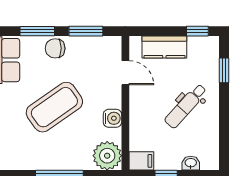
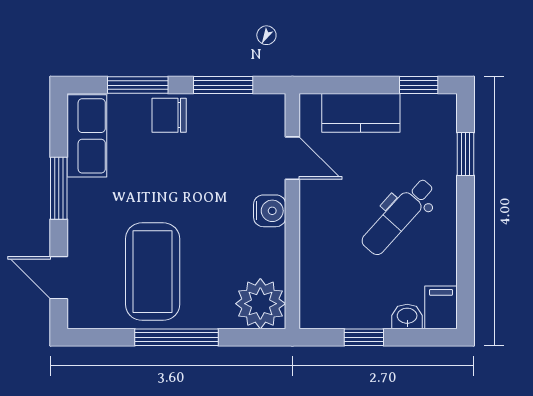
coffee table: (54, 107) -> (153, 272), moved, turned -55
water cooler: (112, 118) -> (270, 211), moved
filing cabinet: (141, 161) -> (441, 307), moved, turned -90

